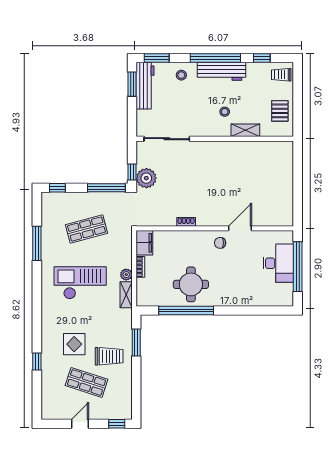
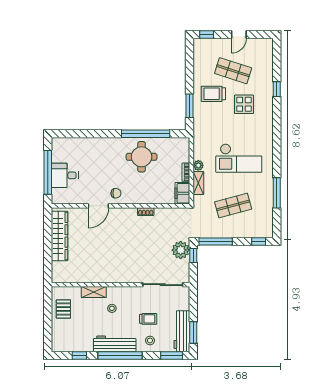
trolley: (281, 75) -> (148, 319), moved
wardrobe: (284, 194) -> (60, 236), added
desk: (278, 263) -> (65, 175), width x0.73
shelving: (126, 295) -> (198, 183), moved

